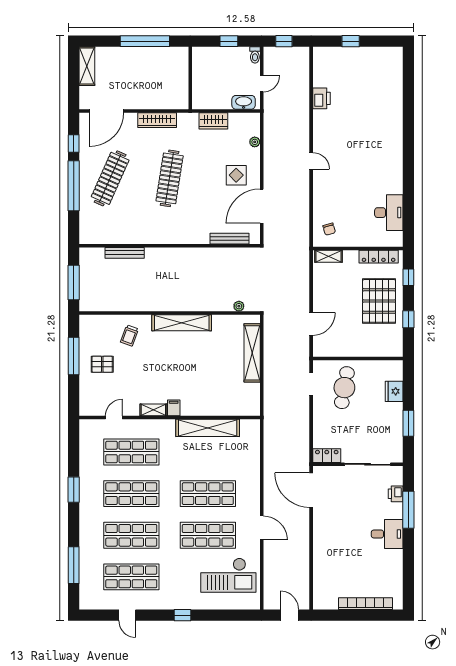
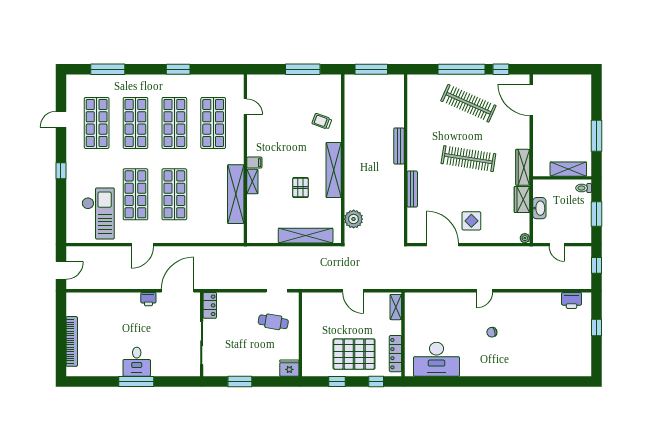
window: (145, 41) -> (596, 136), width x0.68
window: (229, 41) -> (596, 214), width x1.50
toilet: (255, 55) -> (584, 188), moved
shelving: (87, 66) -> (568, 169), moved
printer: (321, 98) -> (572, 300), moved
washbasin: (244, 102) -> (539, 208), moved
wardrobe: (157, 120) -> (523, 167), moved
plant: (255, 142) -> (525, 238), moved
desk: (389, 213) -> (436, 359), width x1.36, depth x1.30
chair: (329, 229) -> (492, 332), moved
bench: (230, 239) -> (412, 189), moved
bench: (125, 253) -> (399, 146), moved
plant: (239, 306) -> (354, 219), width x1.87, depth x1.87
door: (311, 324) -> (353, 291), moved
pallet: (102, 364) -> (300, 187), moved
cafe table: (344, 388) -> (273, 322), width x0.73, depth x0.74
fridge: (394, 391) -> (289, 368), moved
shelving: (153, 410) -> (252, 182), moved
printer: (396, 494) -> (148, 299), moved, turned 180
window: (408, 510) -> (136, 382), moved
checkout: (228, 575) -> (98, 214), turned 180

